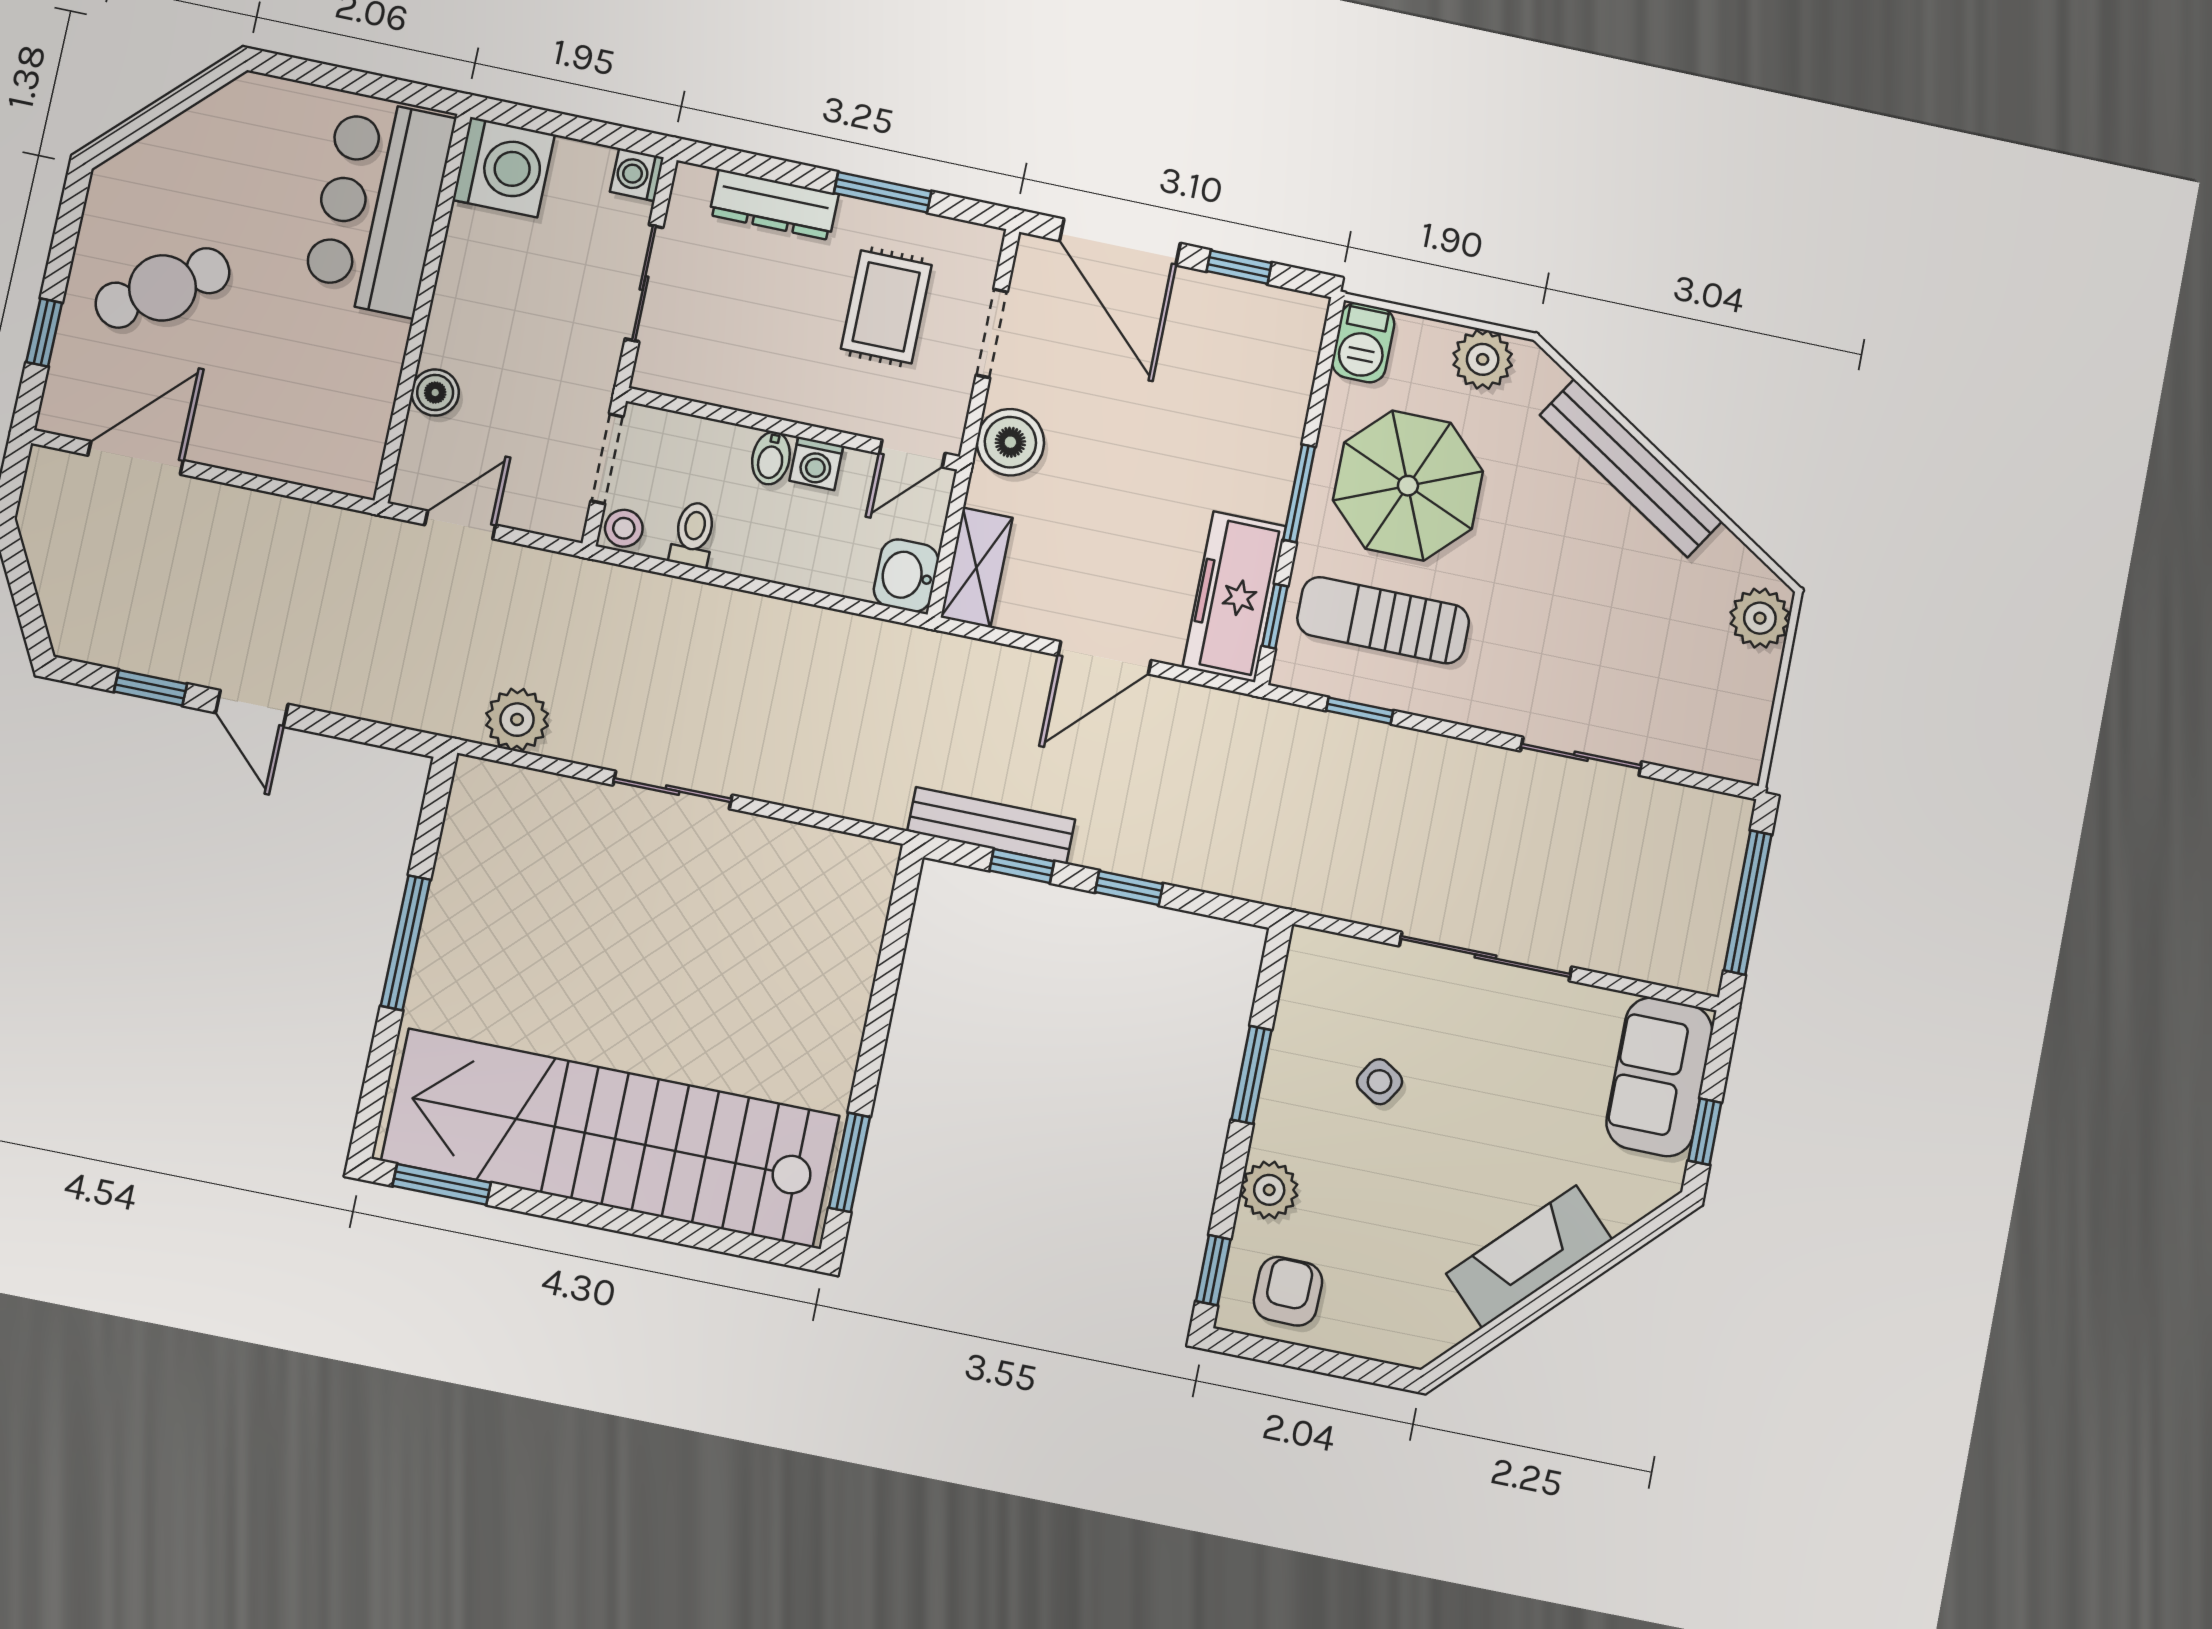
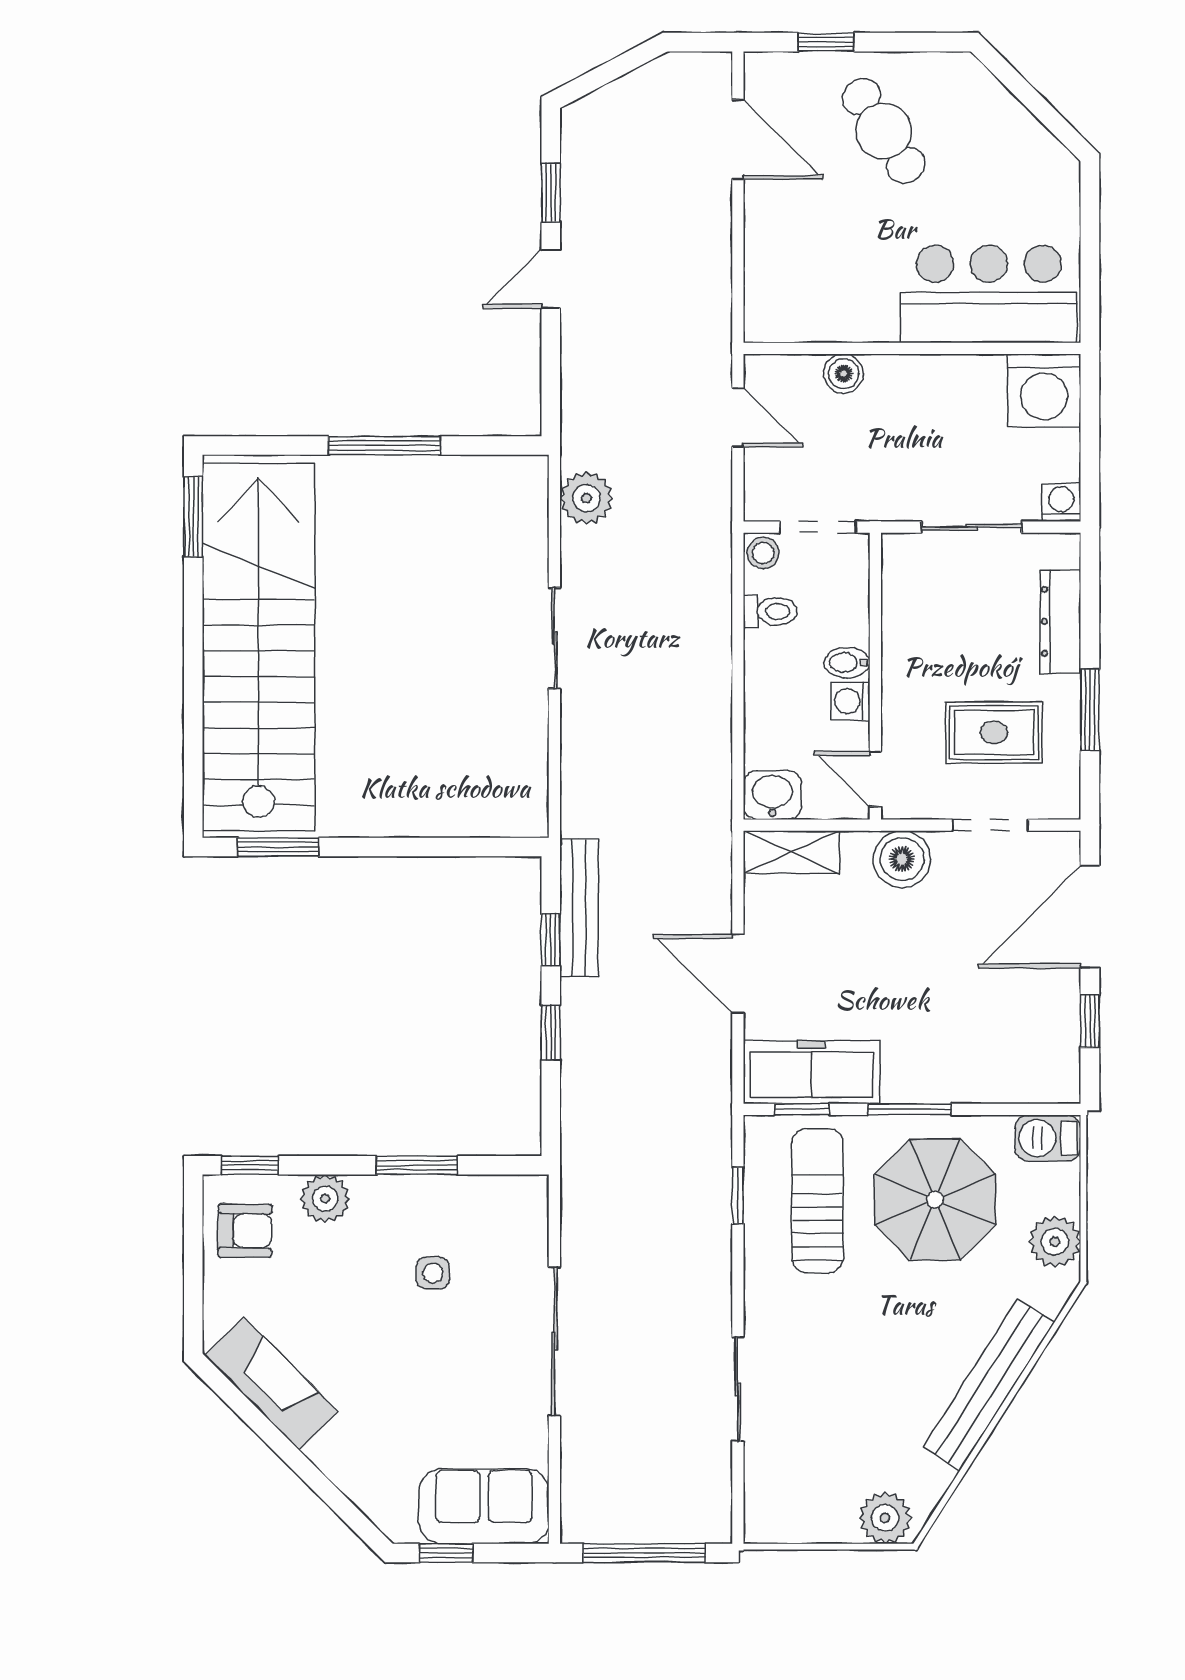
side table: (1380, 1082) -> (433, 1273), turned -32
fireplace: (1529, 1257) -> (271, 1384), moved

